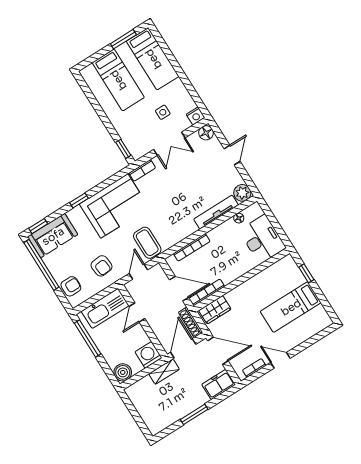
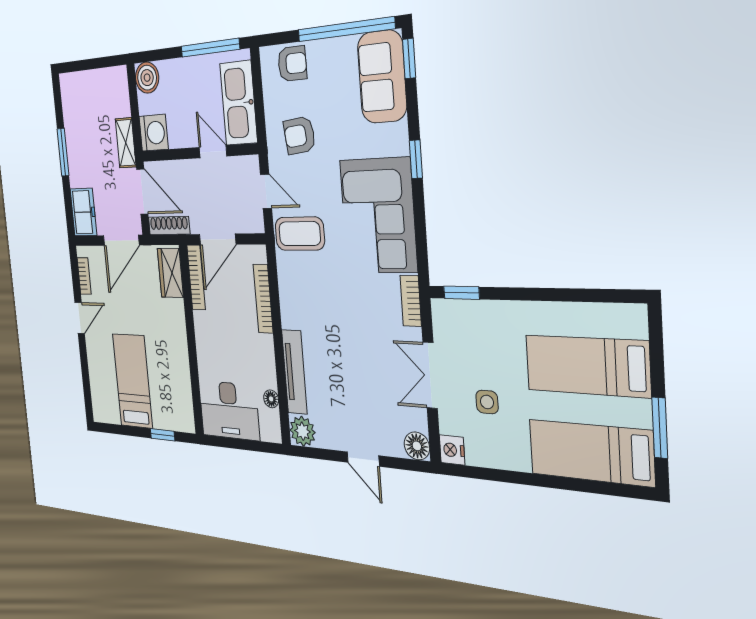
armchair: (71, 286) -> (292, 64), turned -90

